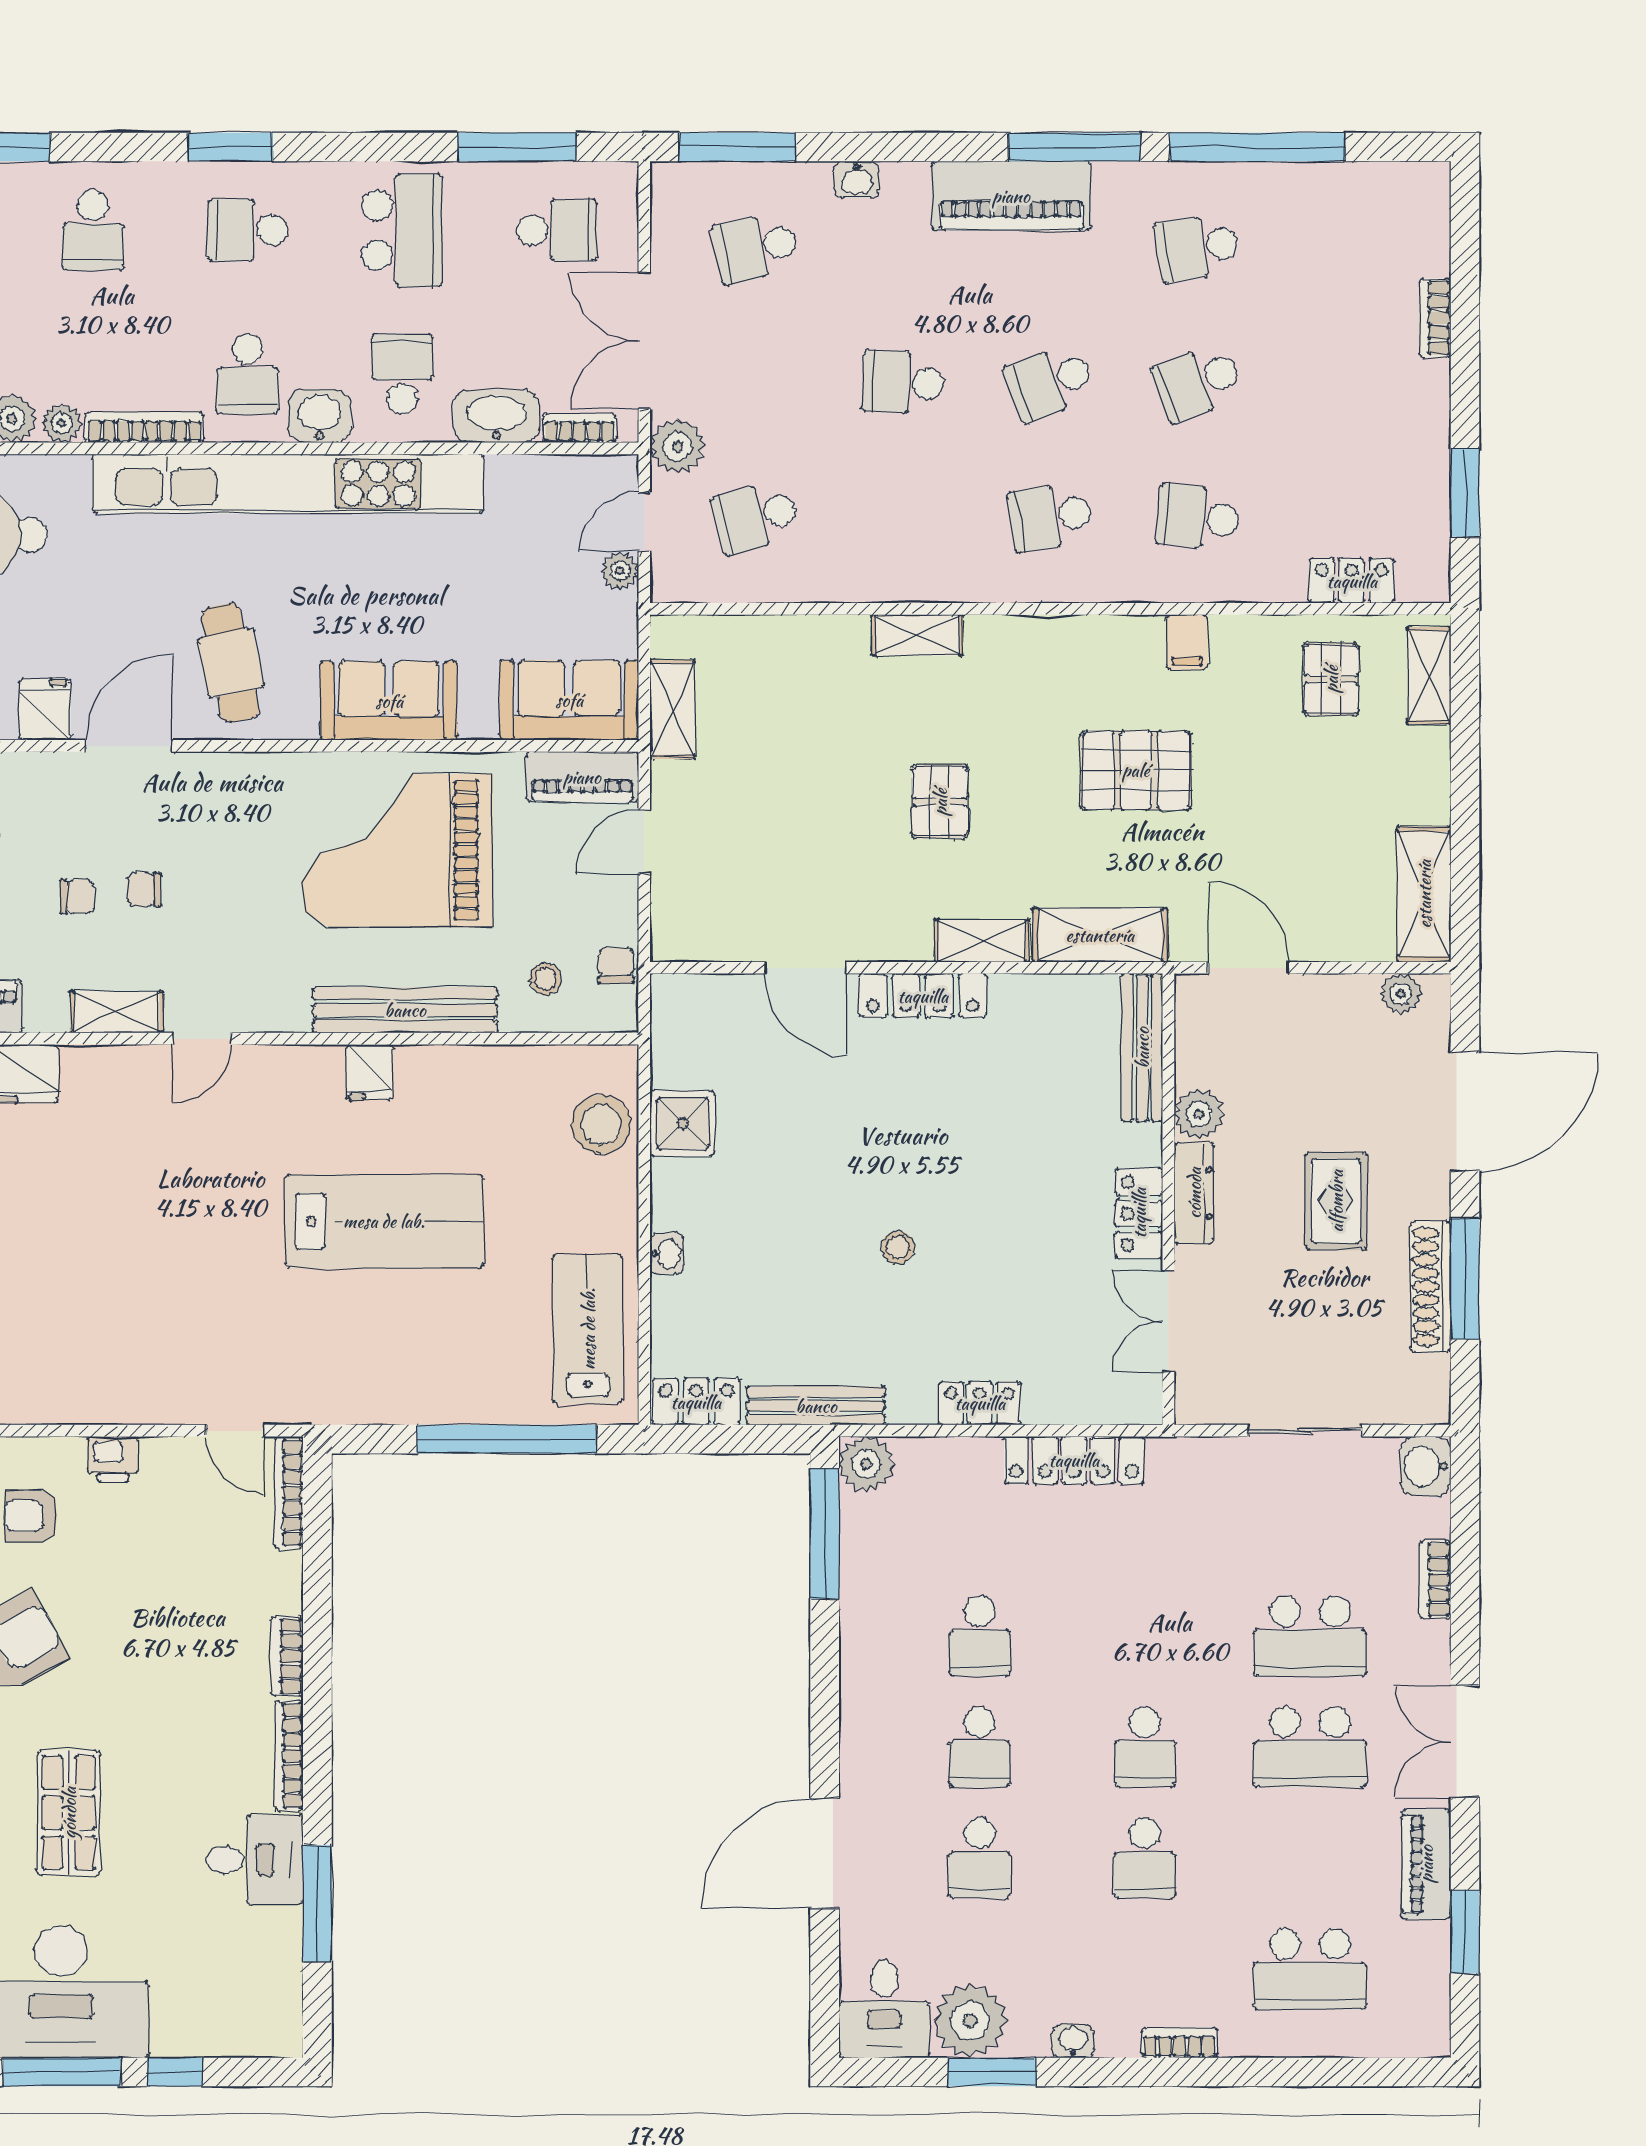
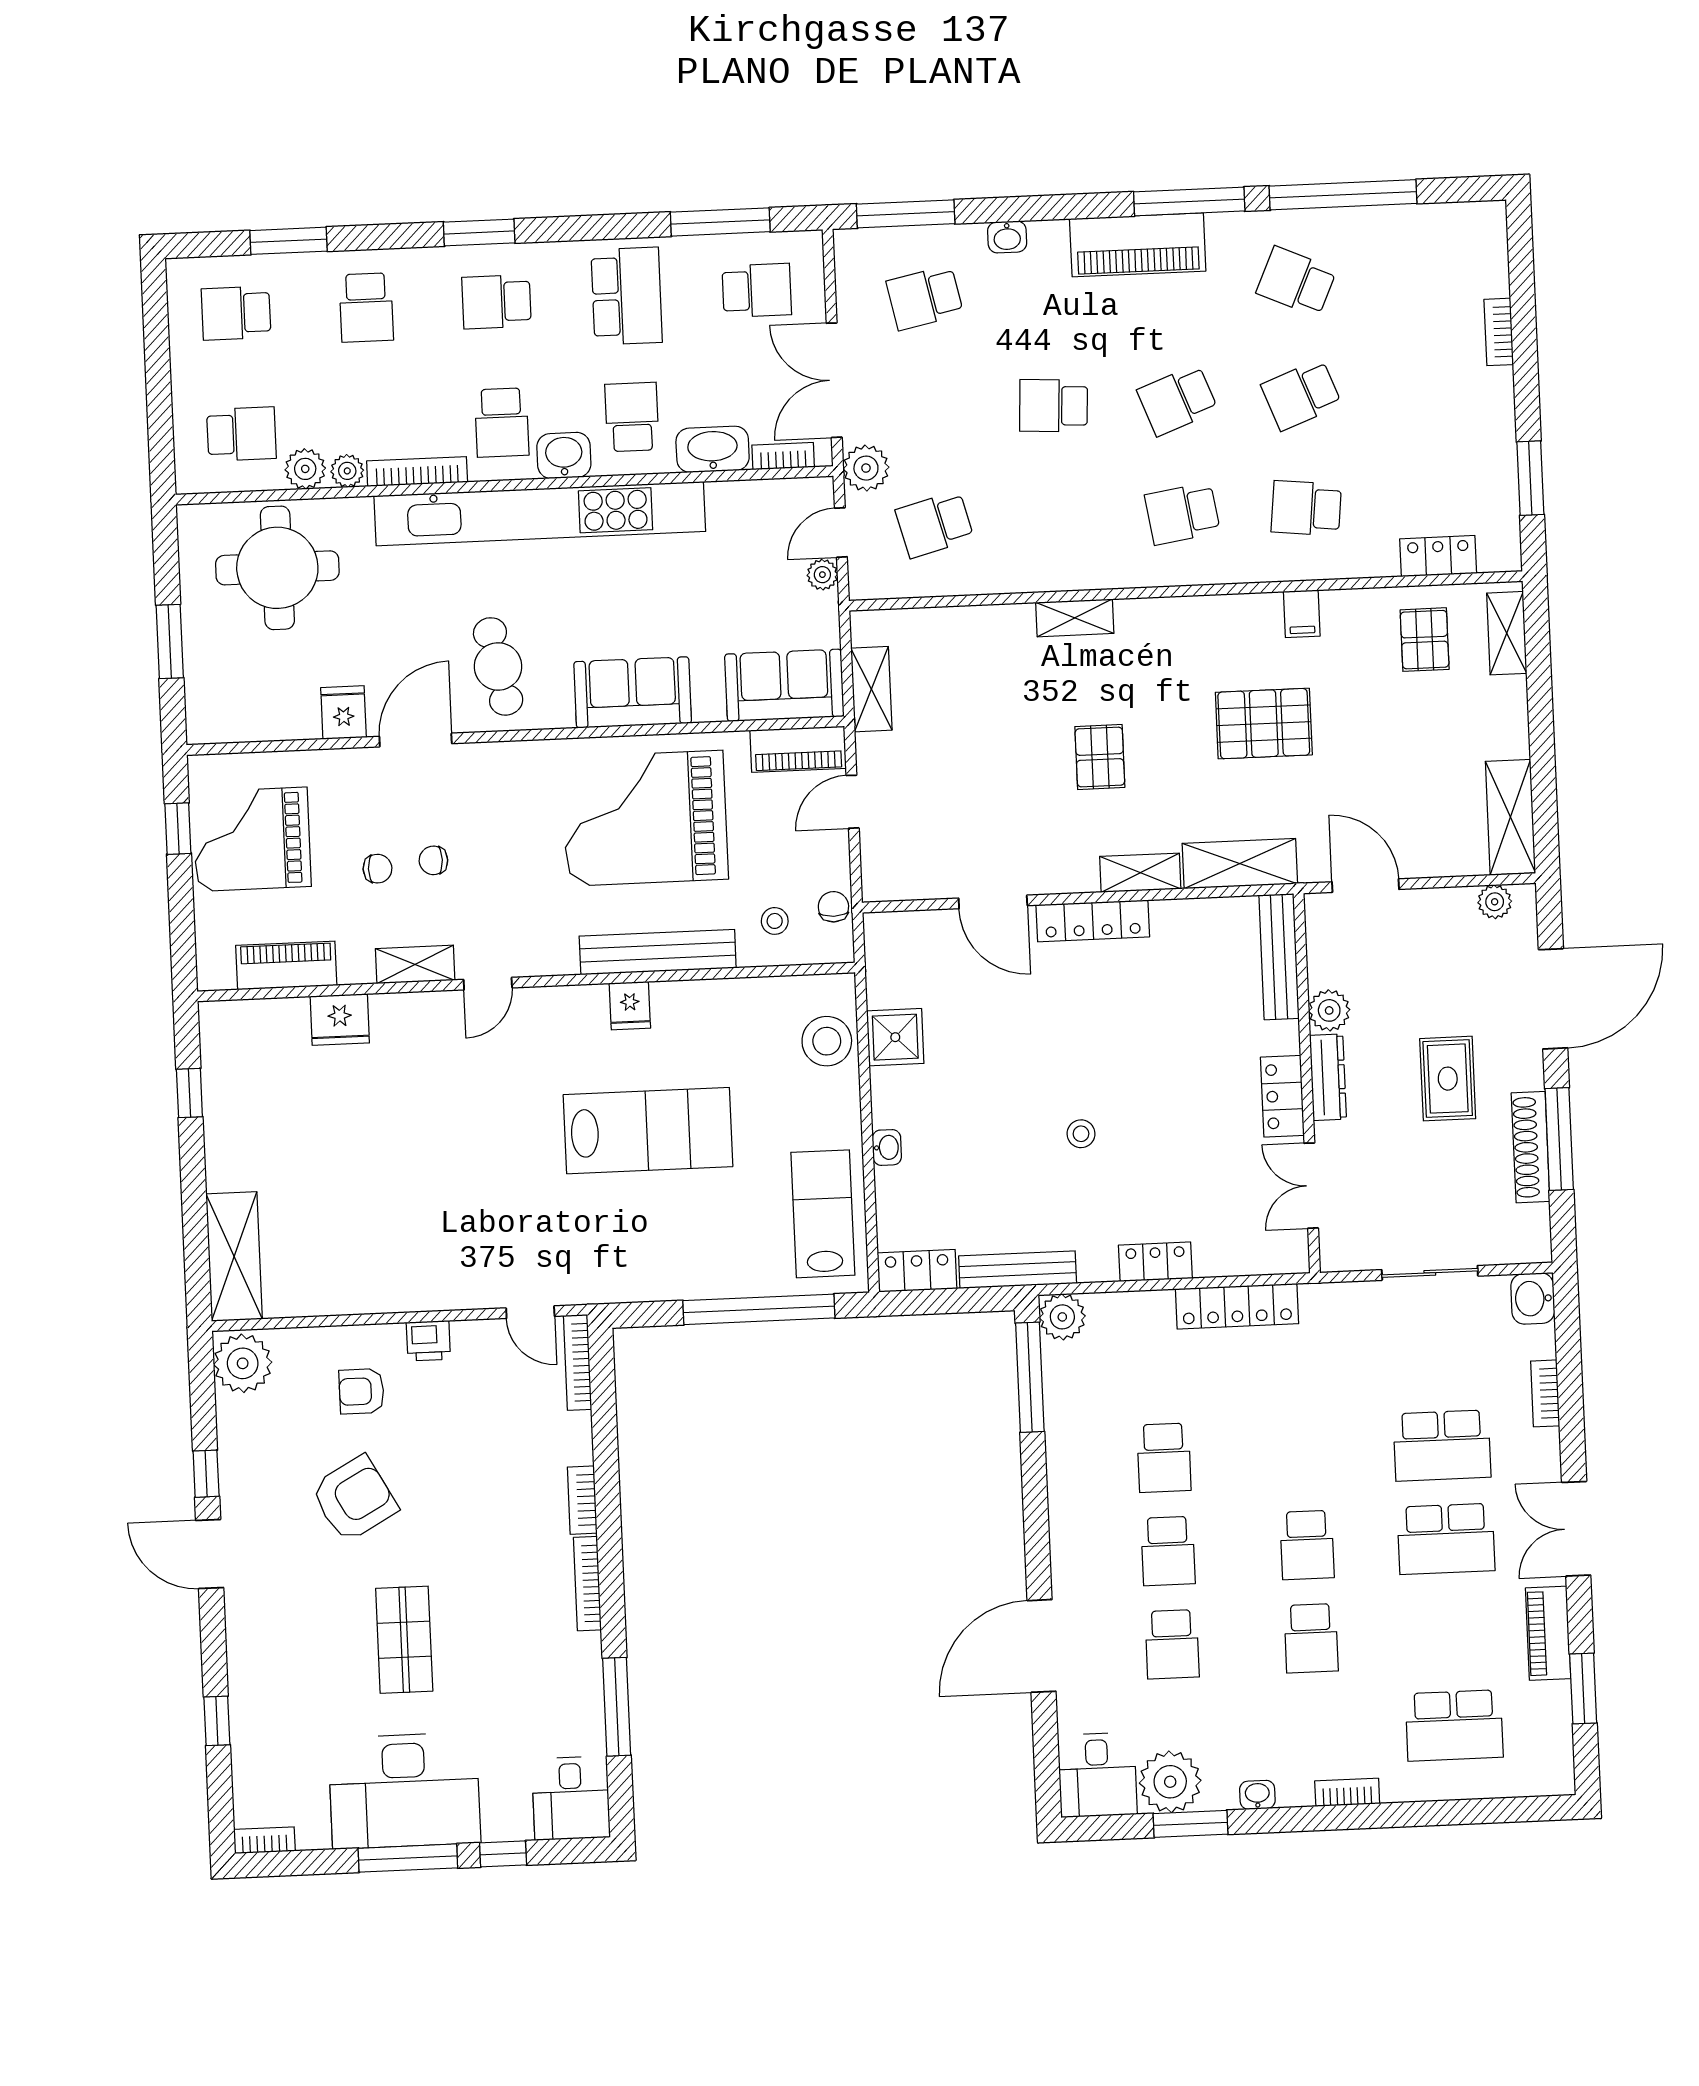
school desk: (1198, 247) -> (1296, 281), turned 33
desk: (255, 1860) -> (571, 1798), moved, turned 90

